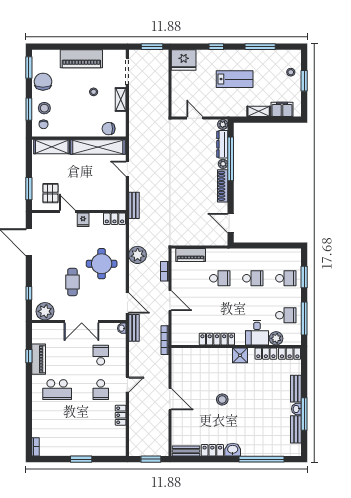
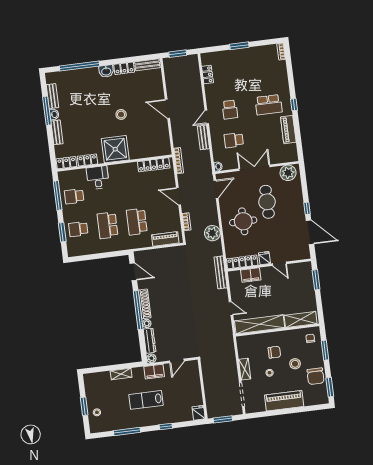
fridge: (184, 60) -> (199, 413), width x0.53, depth x0.75
stool: (44, 108) -> (295, 364), moved
filing cabinet: (282, 109) -> (154, 372), moved
door: (195, 118) -> (177, 361), hinge flipped
chair: (109, 129) -> (274, 352), moved
window: (231, 159) -> (138, 310), moved
pallet: (50, 193) -> (296, 278), removed
filing cabinet: (101, 203) -> (251, 275), added
bench: (134, 205) -> (221, 272), width x1.36
locker: (114, 219) -> (242, 262), width x1.53
school desk: (220, 278) -> (137, 222), width x1.85
school desk: (253, 278) -> (108, 225), width x1.85
cafe table: (72, 282) -> (267, 202), width x1.37, depth x1.35
window: (29, 293) -> (307, 208), moved
door: (127, 303) -> (216, 189), swing flipped
bench: (134, 328) -> (203, 137), moved
plant: (276, 338) -> (80, 175), removed
locker: (217, 339) -> (154, 165), moved
school desk: (101, 355) -> (234, 140), turned 90
shower: (240, 355) -> (115, 149), width x1.86, depth x1.86
window: (29, 356) -> (294, 105), moved
school desk: (57, 390) -> (269, 105), turned 180
school desk: (101, 390) -> (230, 110), turned 180
locker: (121, 415) -> (208, 75), moved

